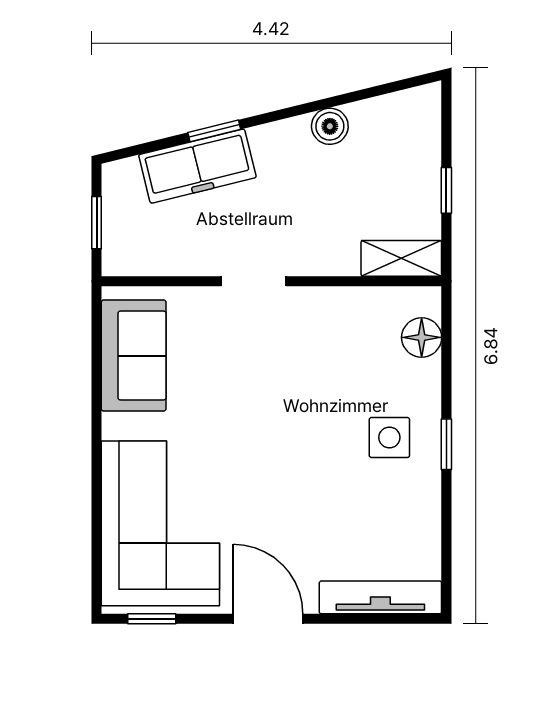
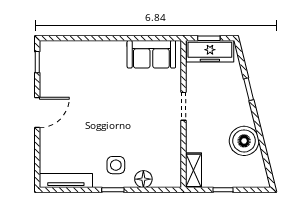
boiler: (330, 126) -> (244, 141), width x1.86, depth x1.86
freezer: (197, 166) -> (210, 51), moved, turned -76
floor lamp: (422, 337) -> (143, 179), moved
corner sofa: (160, 523) -> (79, 66), removed
tv unit: (380, 597) -> (66, 181), moved, turned -90

